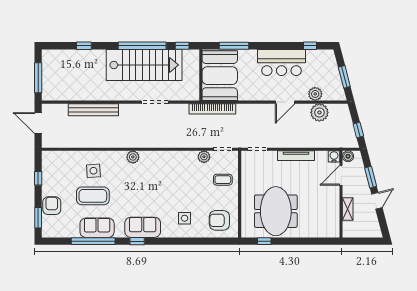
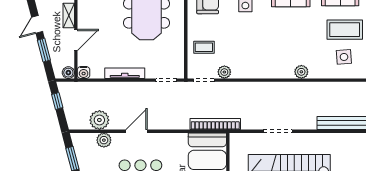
door: (341, 175) -> (76, 40), moved

